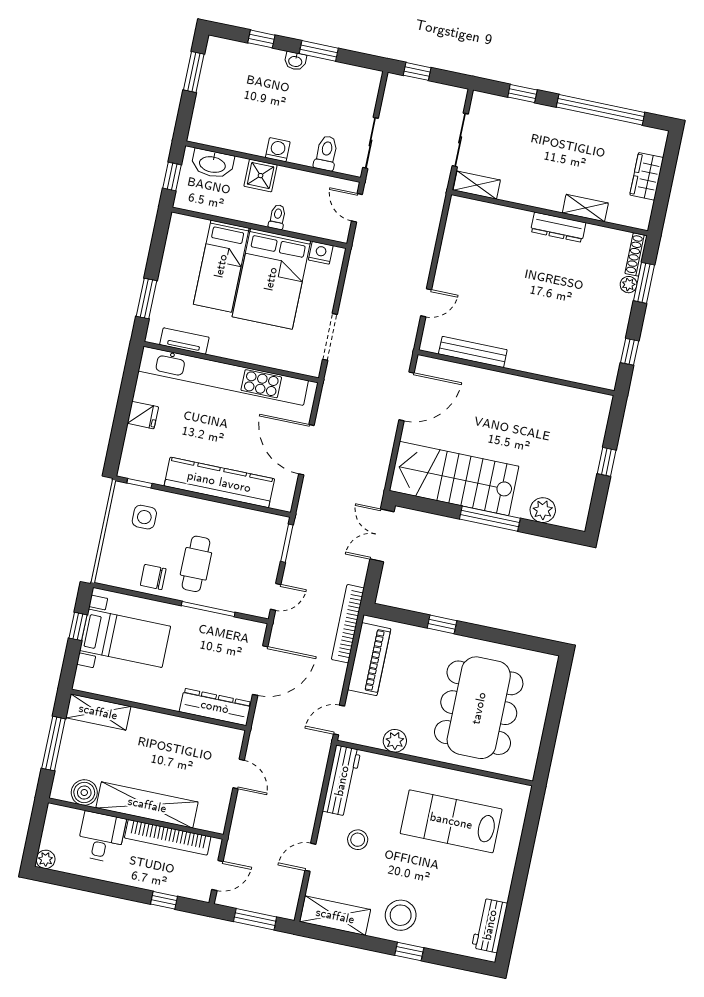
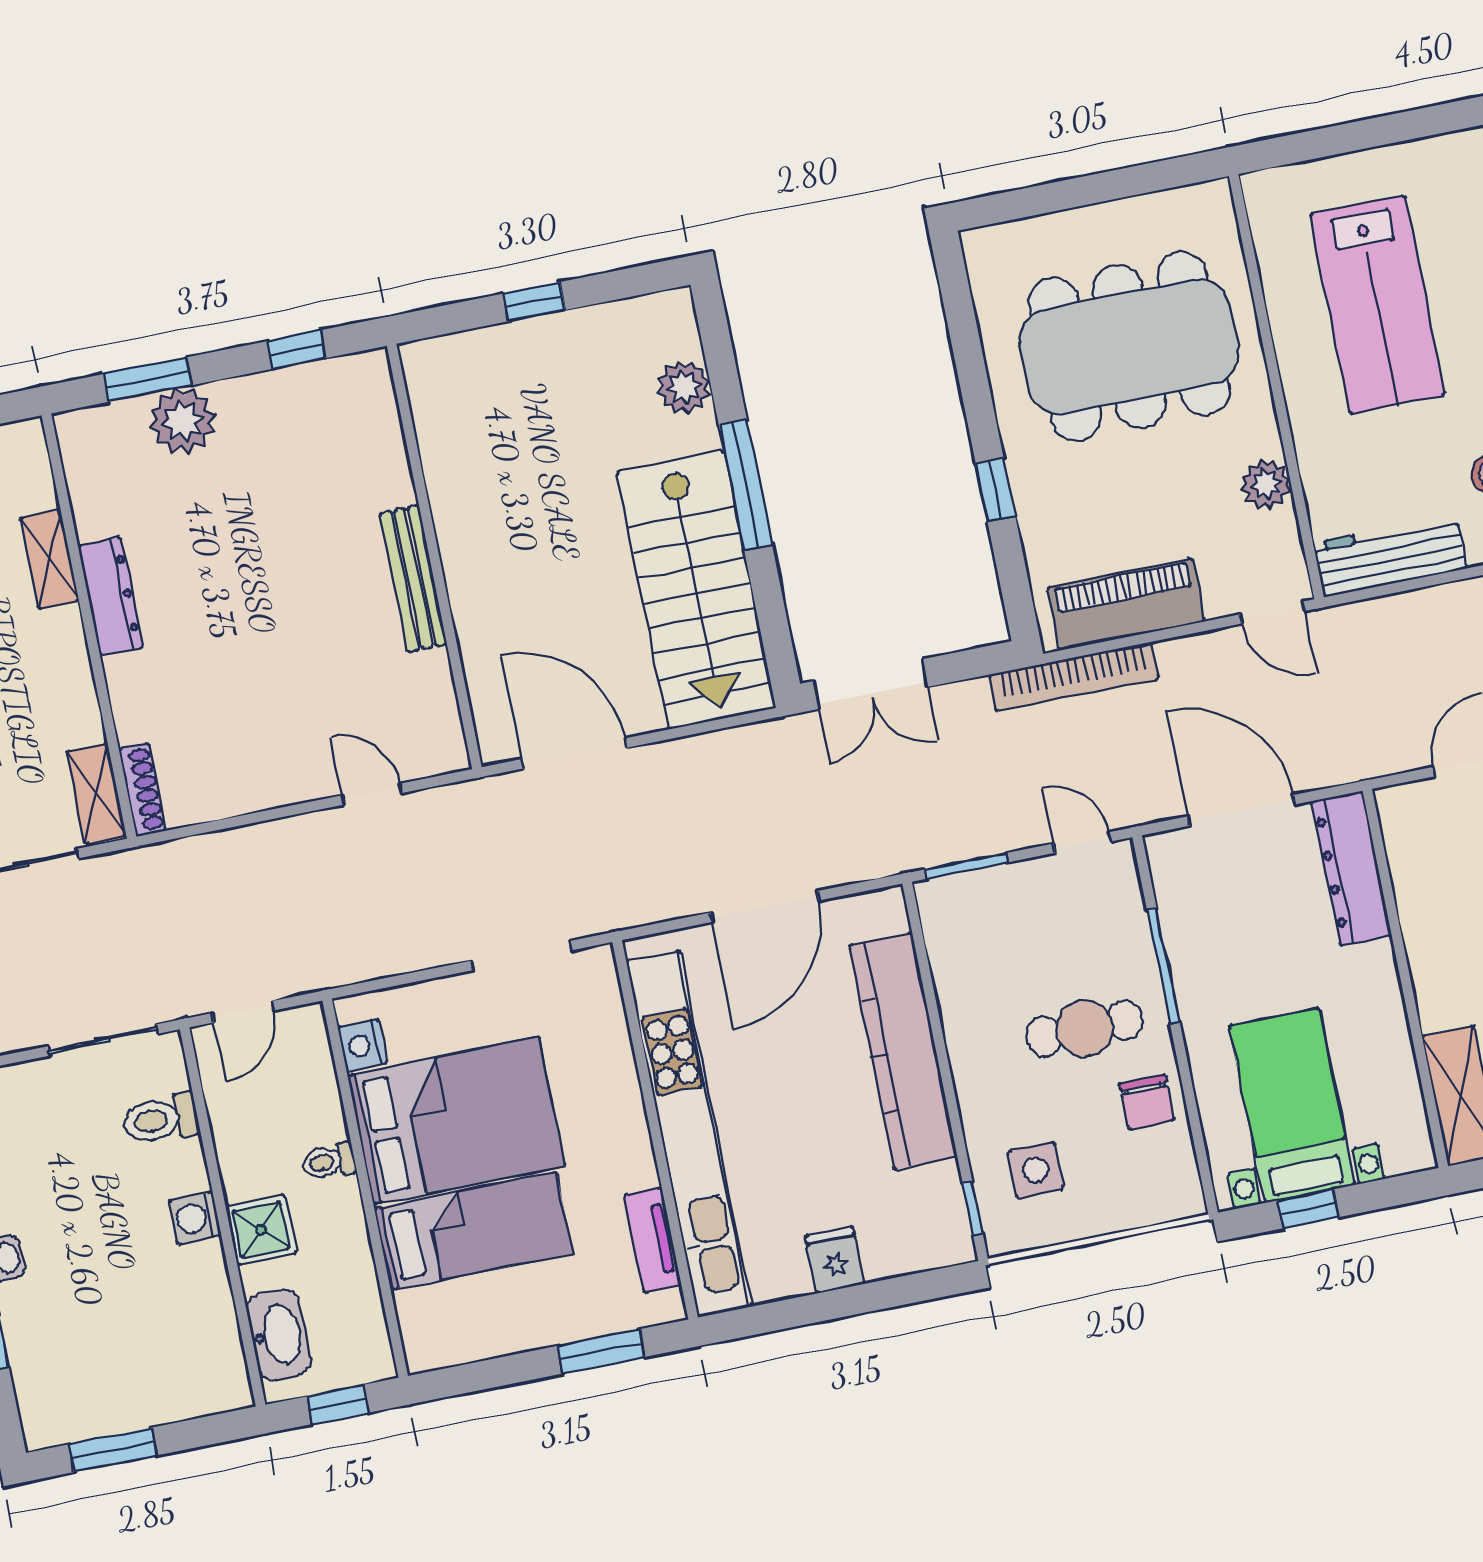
shoe rack: (636, 255) -> (142, 790), moved, turned -90
plant: (629, 285) -> (183, 421), width x1.88, depth x1.88
bench: (473, 352) -> (413, 579), moved

